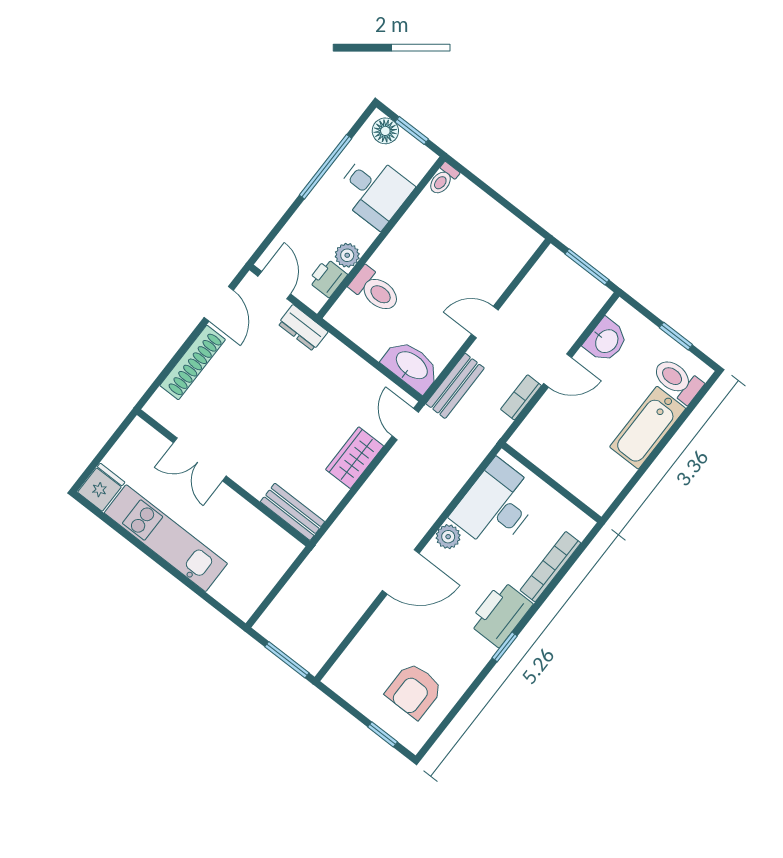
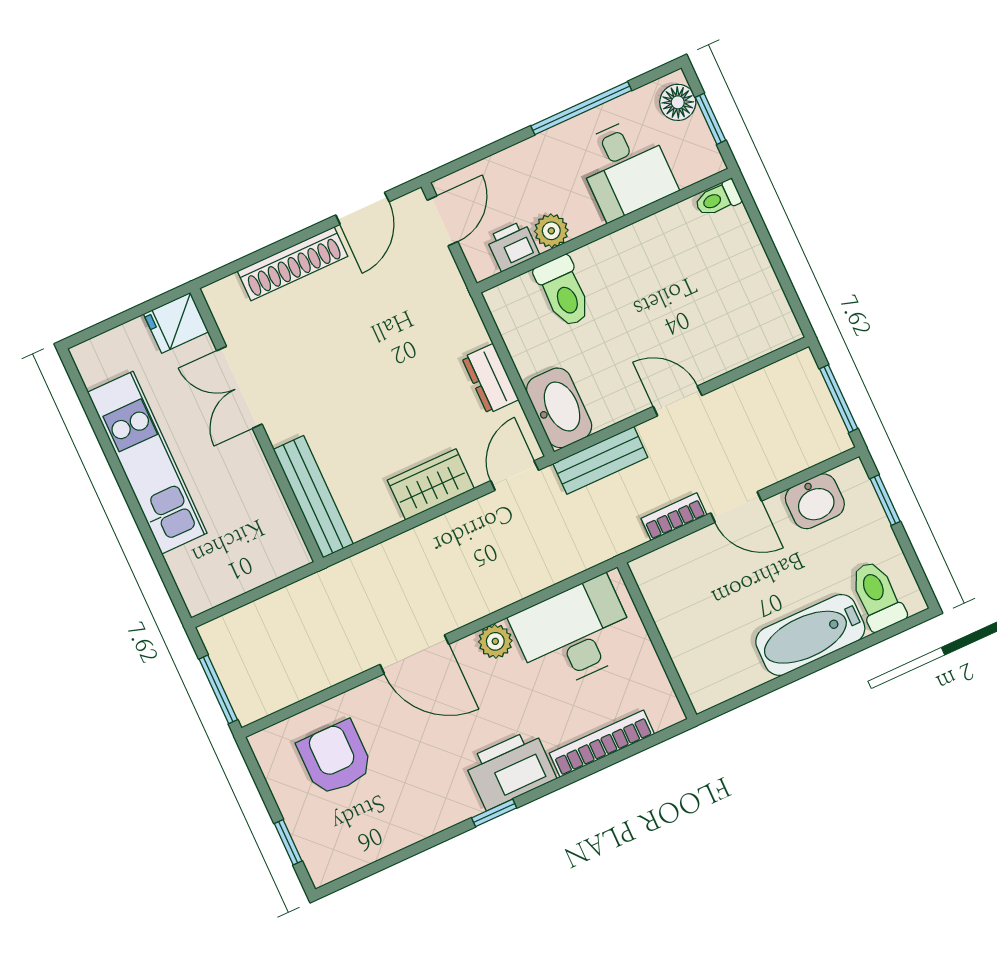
dresser: (303, 328) -> (490, 379), moved
window: (676, 336) -> (885, 500), moved
fridge: (101, 487) -> (176, 323), moved, turned 180
bench: (292, 512) -> (313, 497), width x1.36
armchair: (414, 691) -> (335, 758), moved, turned 90

